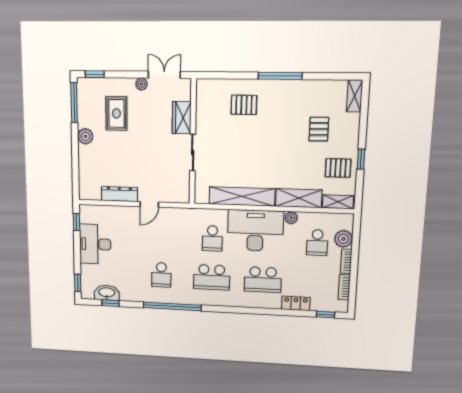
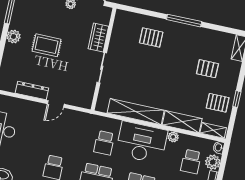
rug: (116, 113) -> (47, 45), moved, turned 90
pallet: (319, 129) -> (207, 69), turned 90
washbasin: (348, 221) -> (219, 147), added

